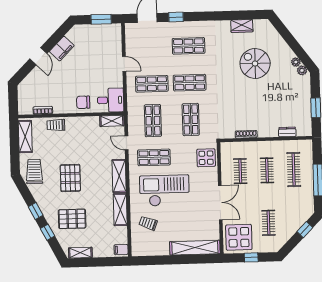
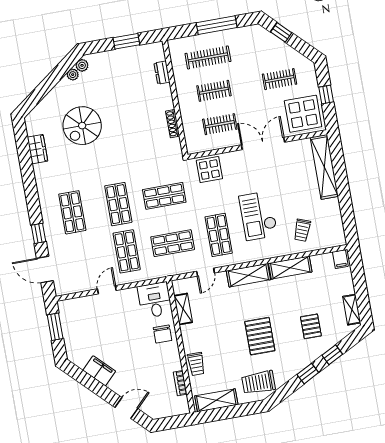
door: (38, 56) -> (126, 408), moved
shelving: (112, 121) -> (183, 309), moved
pallet: (70, 178) -> (260, 336), turned 90
checkout: (164, 191) -> (258, 216), width x0.73, depth x0.83
pallet: (72, 219) -> (311, 326), width x0.67, depth x0.71

